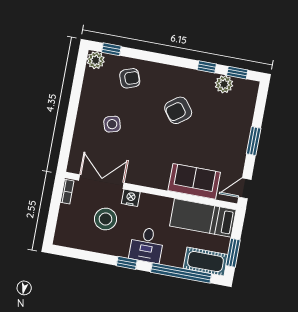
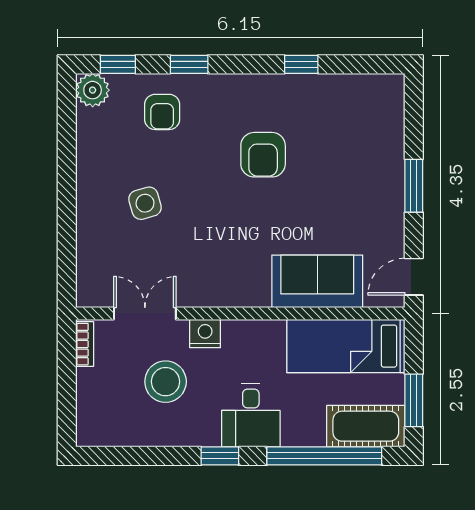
window: (237, 73) -> (189, 64), moved
armchair: (130, 78) -> (162, 112), turned 110
plant: (224, 84) -> (339, 90), removed
armchair: (178, 110) -> (263, 155), turned -53
double door: (101, 182) -> (145, 314), width x0.73

